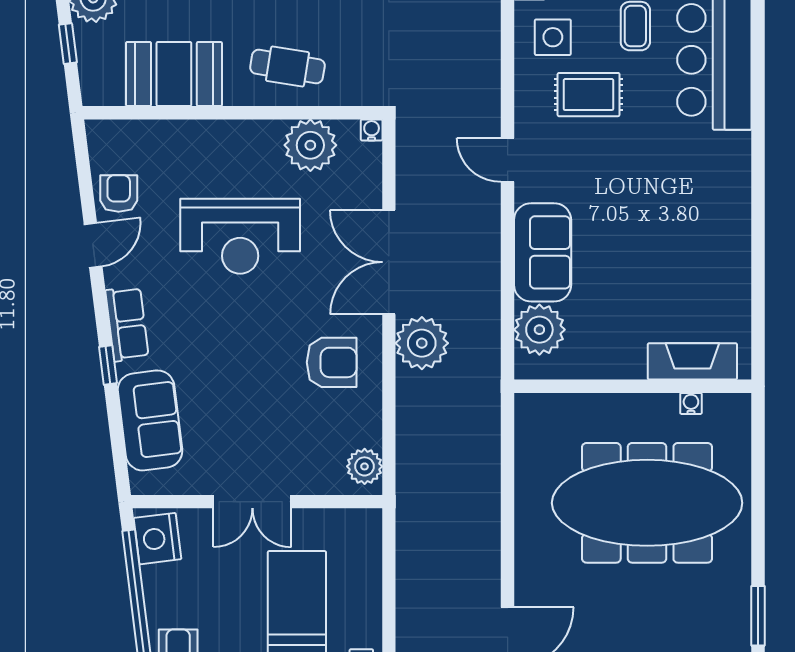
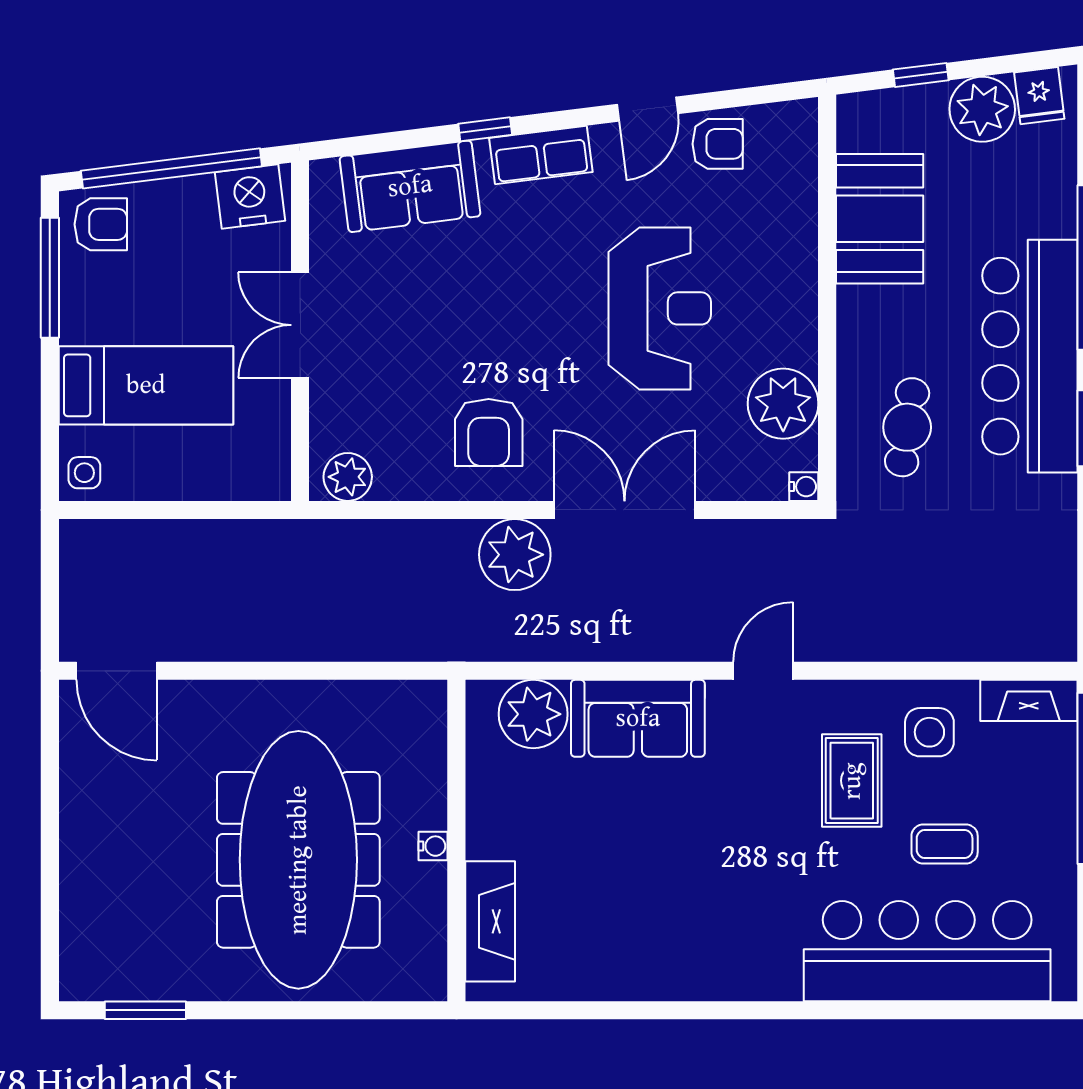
cafe table: (287, 67) -> (907, 427), moved
reception desk: (240, 236) -> (660, 308), turned 180
door: (93, 245) -> (647, 109), hinge flipped
water cooler: (691, 403) -> (433, 846), moved

